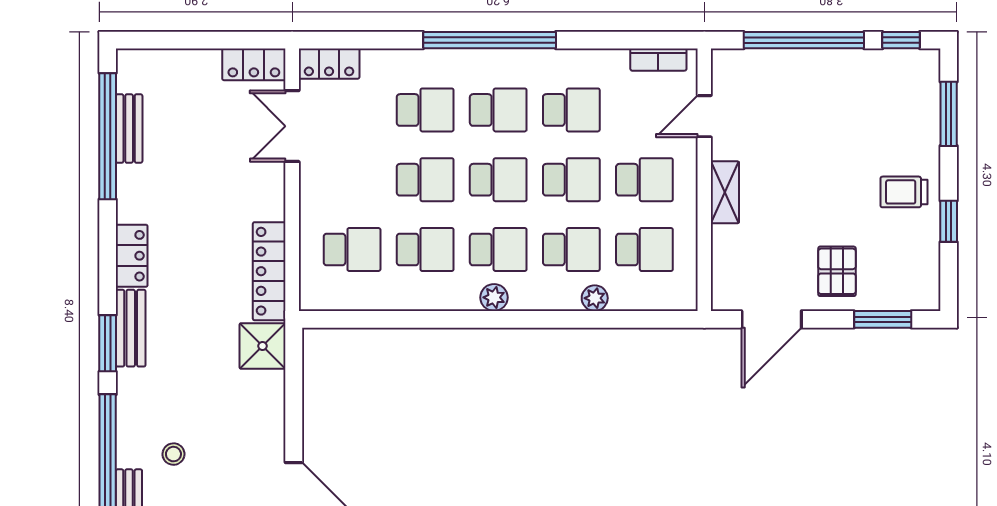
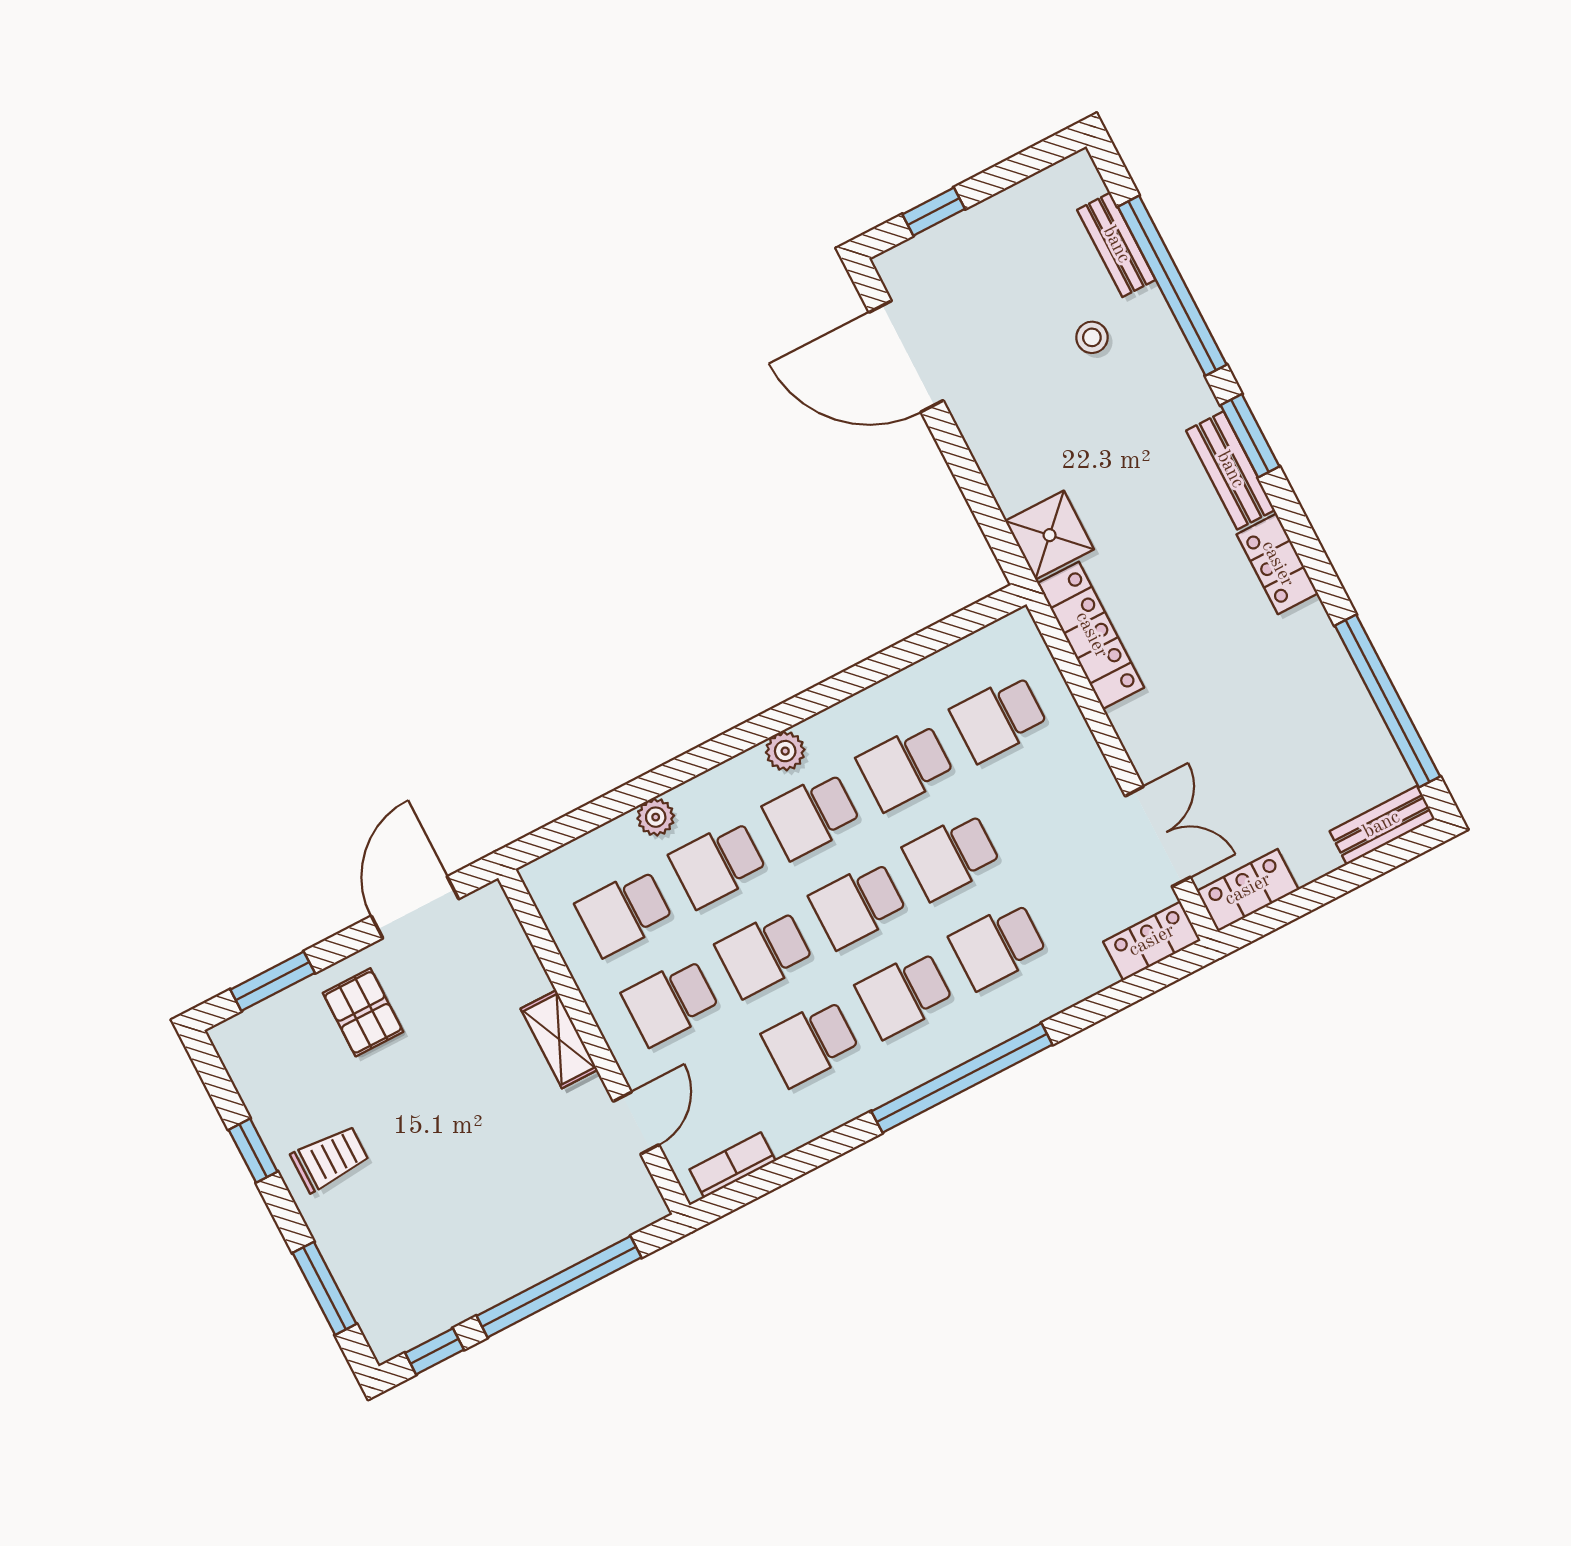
bench: (129, 129) -> (1382, 825), moved, turned 90

